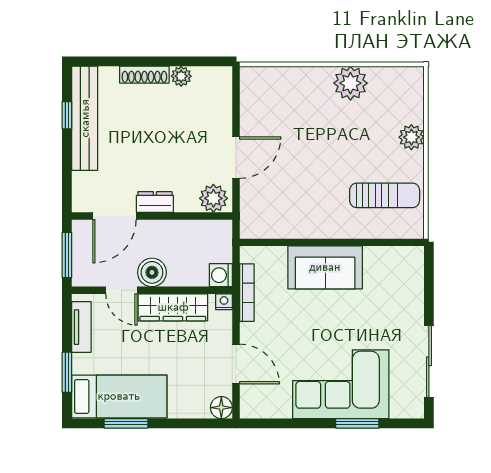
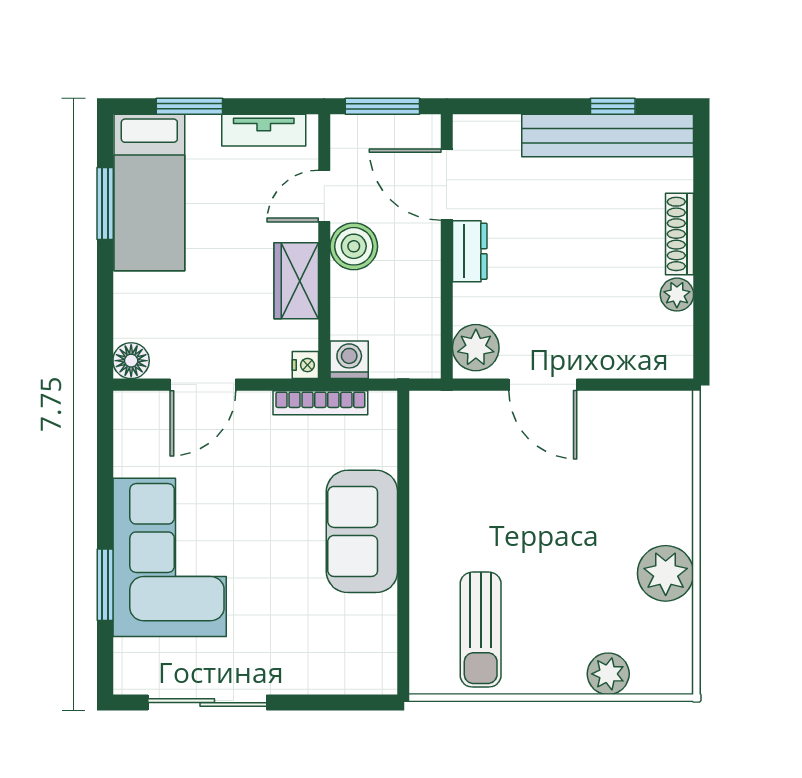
plant: (411, 137) -> (608, 674), moved
wardrobe: (173, 307) -> (296, 281), width x0.67

